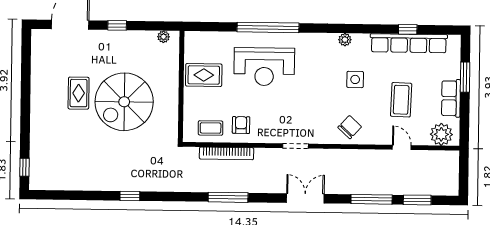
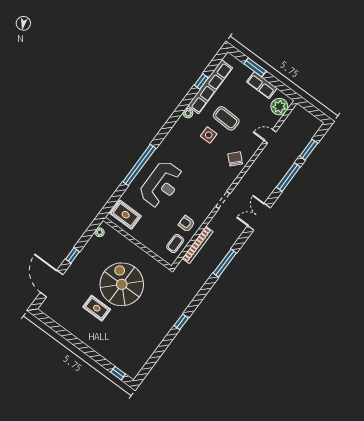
plant: (345, 40) -> (188, 113), moved
rug: (204, 75) -> (126, 215), moved, turned 90
coffee table: (401, 100) -> (226, 118), moved
spiral stairs: (124, 102) -> (122, 284), turned 180

